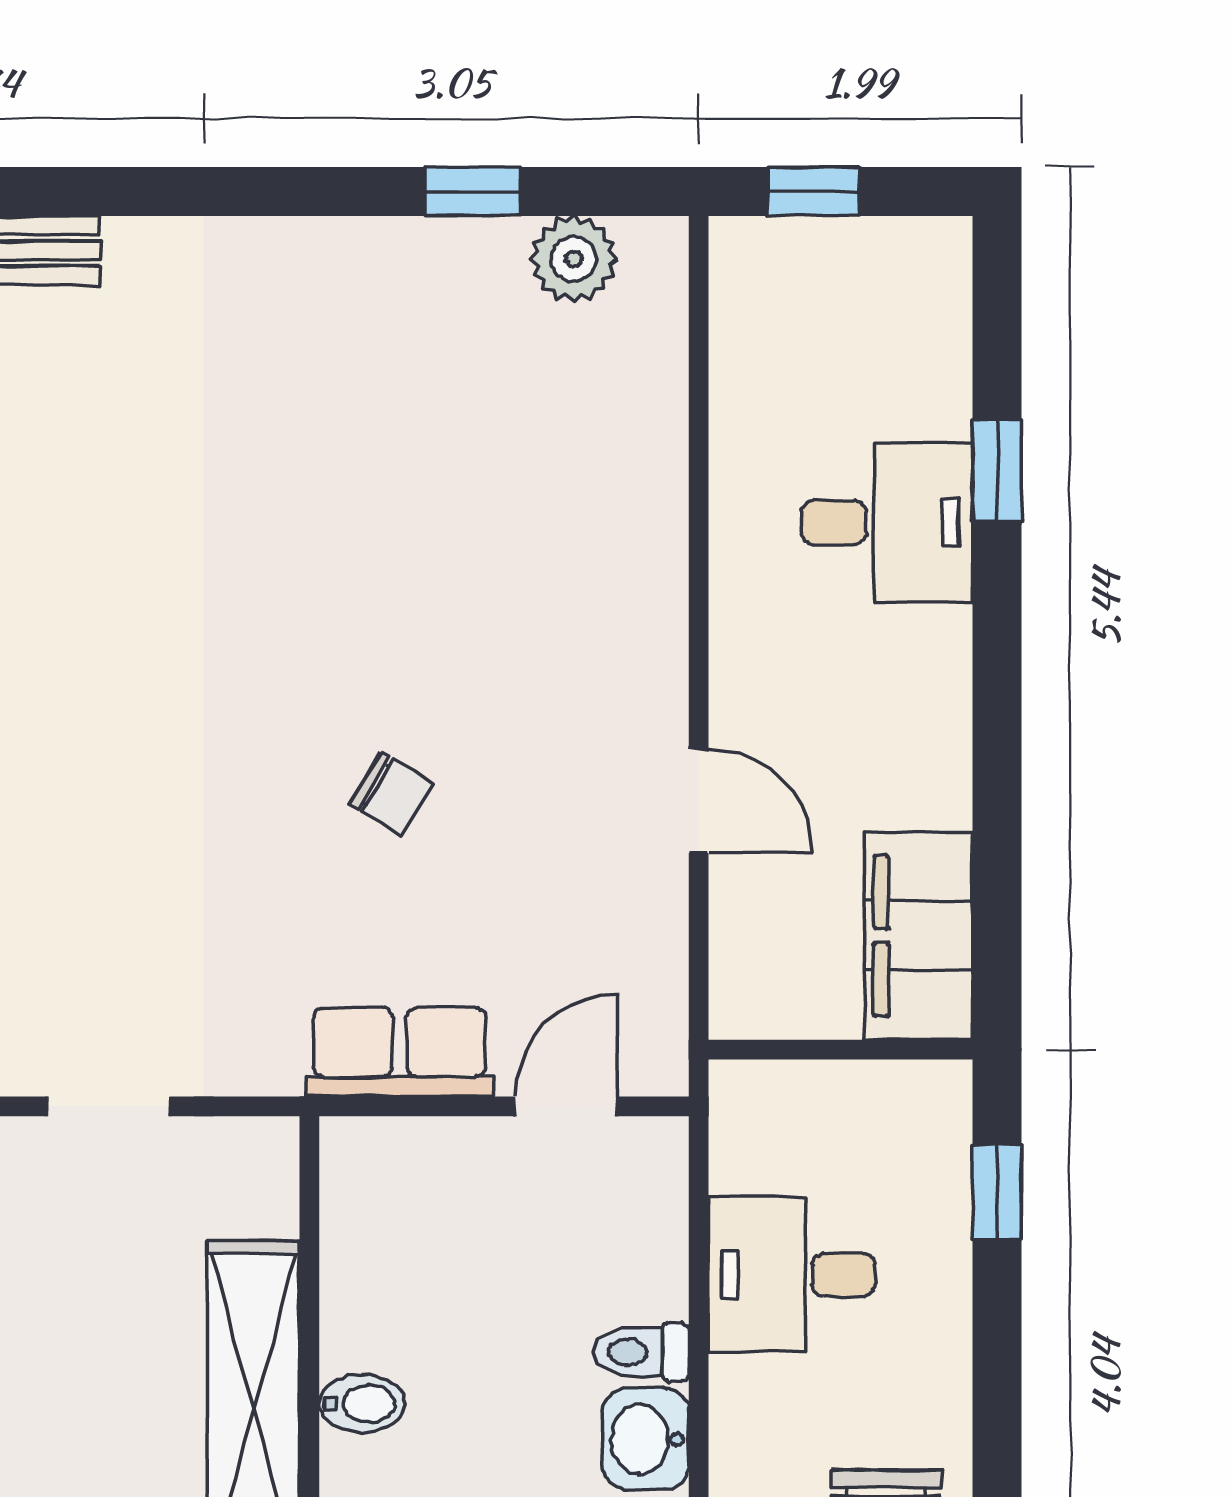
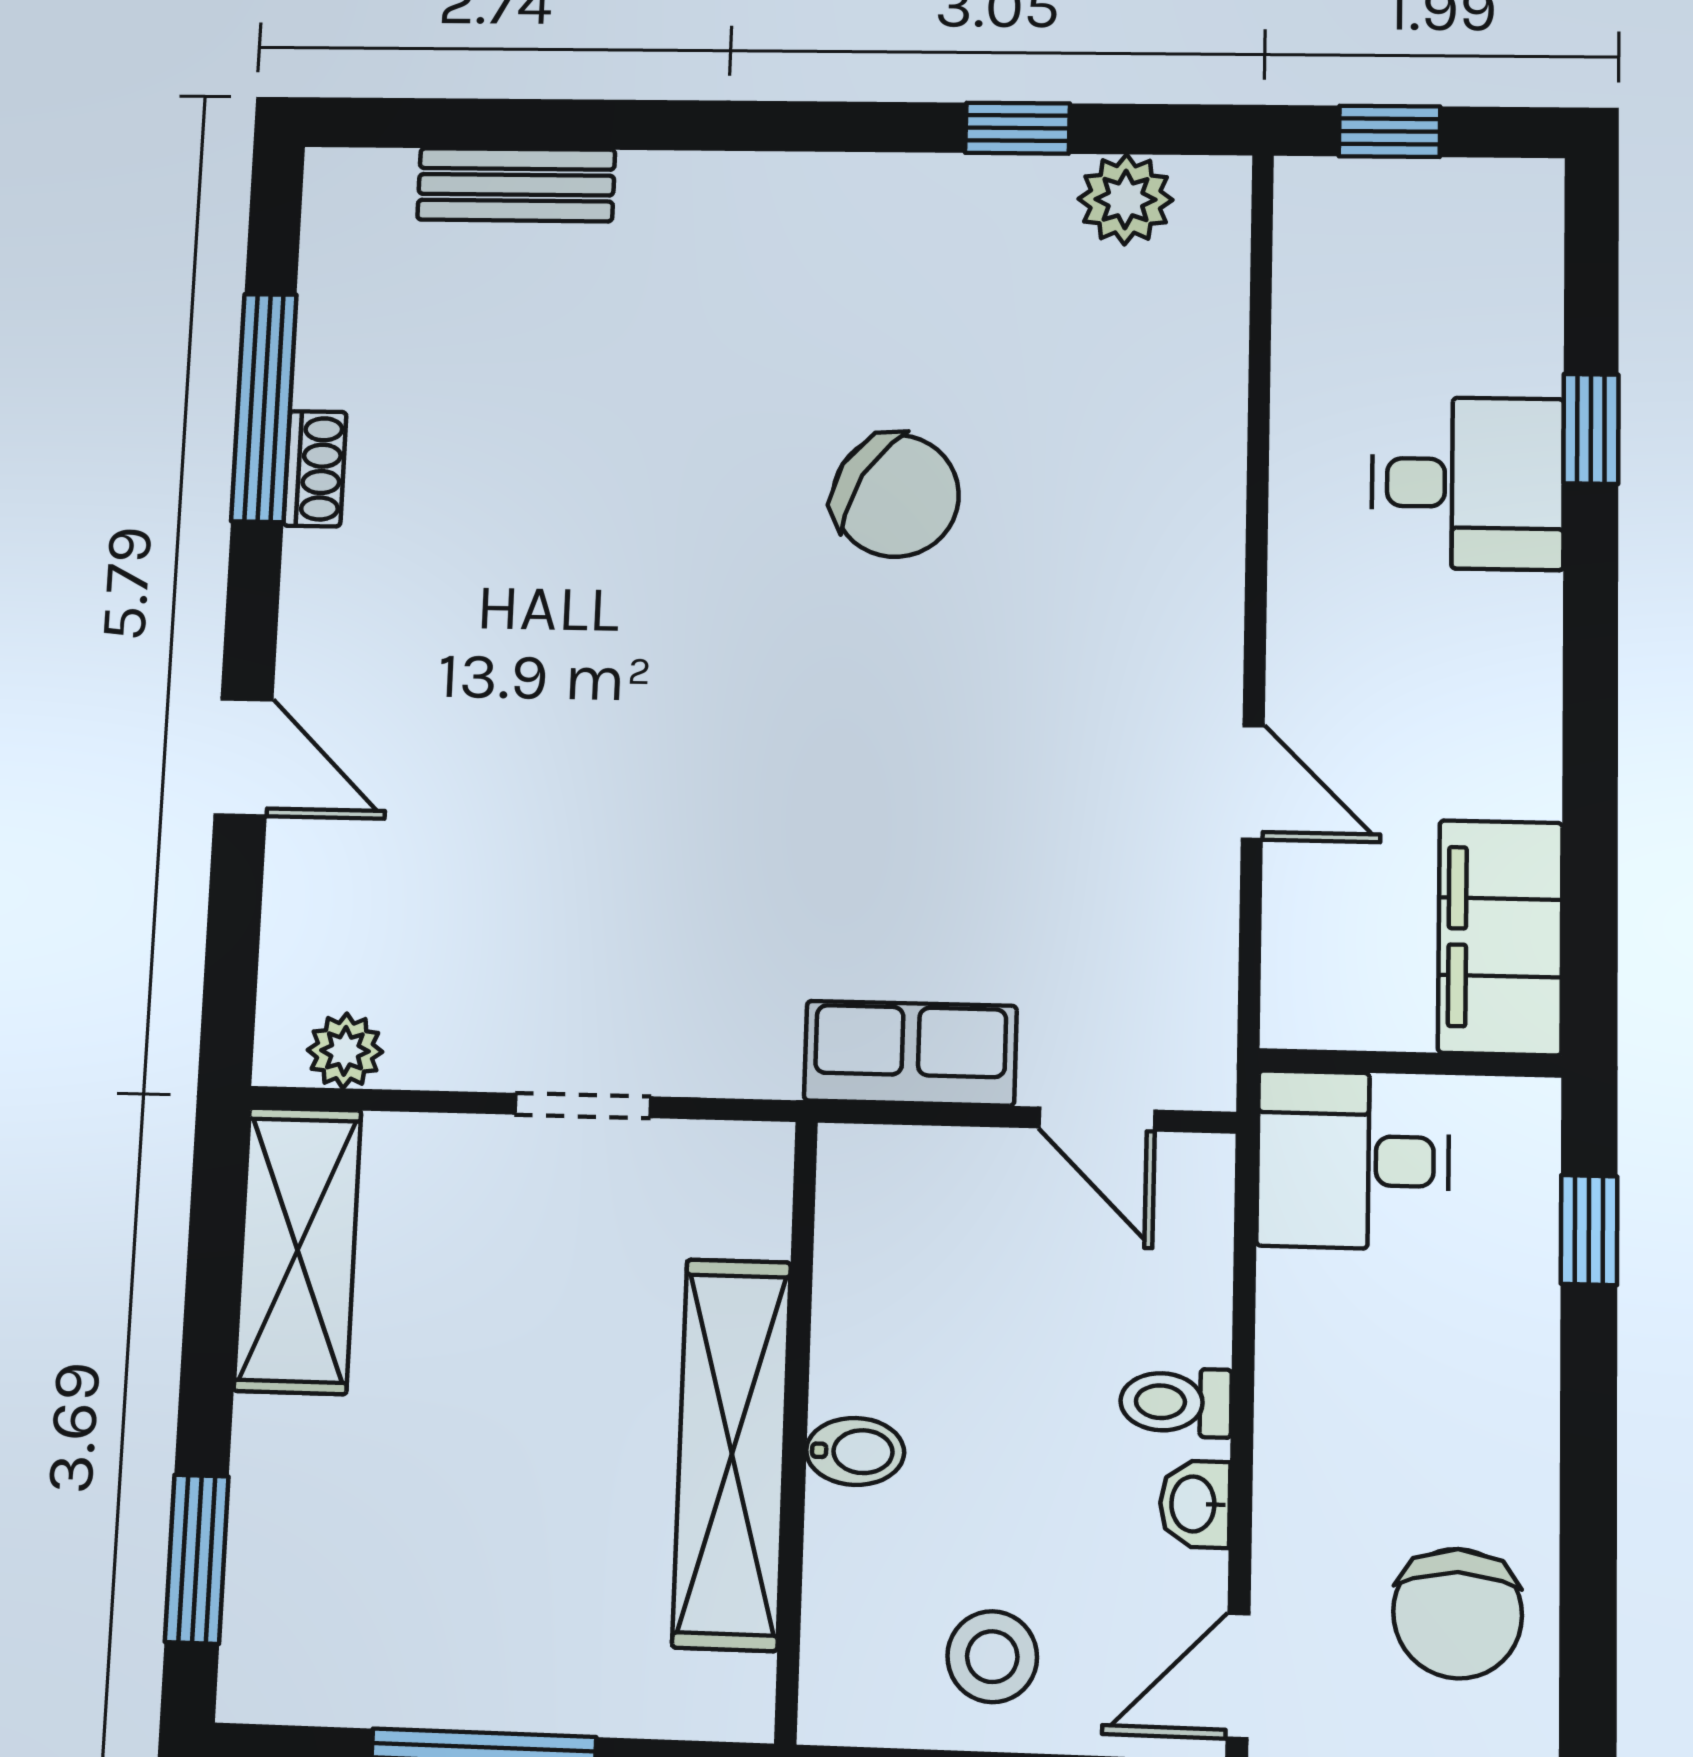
chair: (392, 794) -> (896, 496), moved, width x1.87, depth x1.87
door: (566, 1106) -> (1097, 1119), swing flipped
desk: (792, 1275) -> (1353, 1160), moved
washbasin: (646, 1439) -> (1195, 1504), width x0.72, depth x0.69

